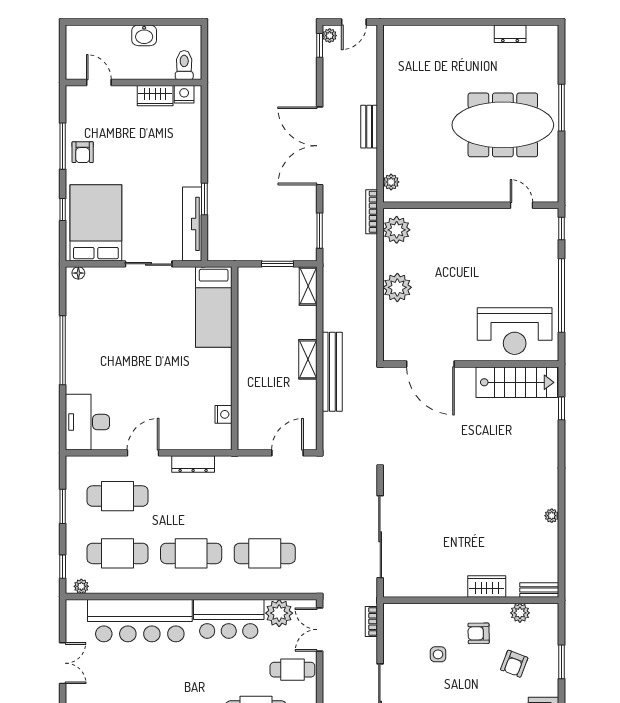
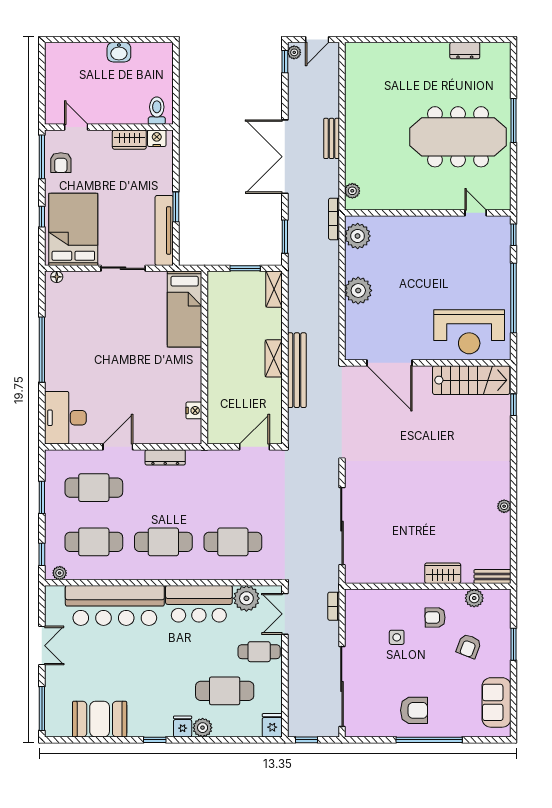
toilet: (184, 65) -> (157, 111), moved
door: (99, 82) -> (76, 127), moved
wall: (133, 82) -> (109, 127), moved
nightstand: (184, 94) -> (157, 138), moved
wardrobe: (155, 96) -> (129, 140), moved

